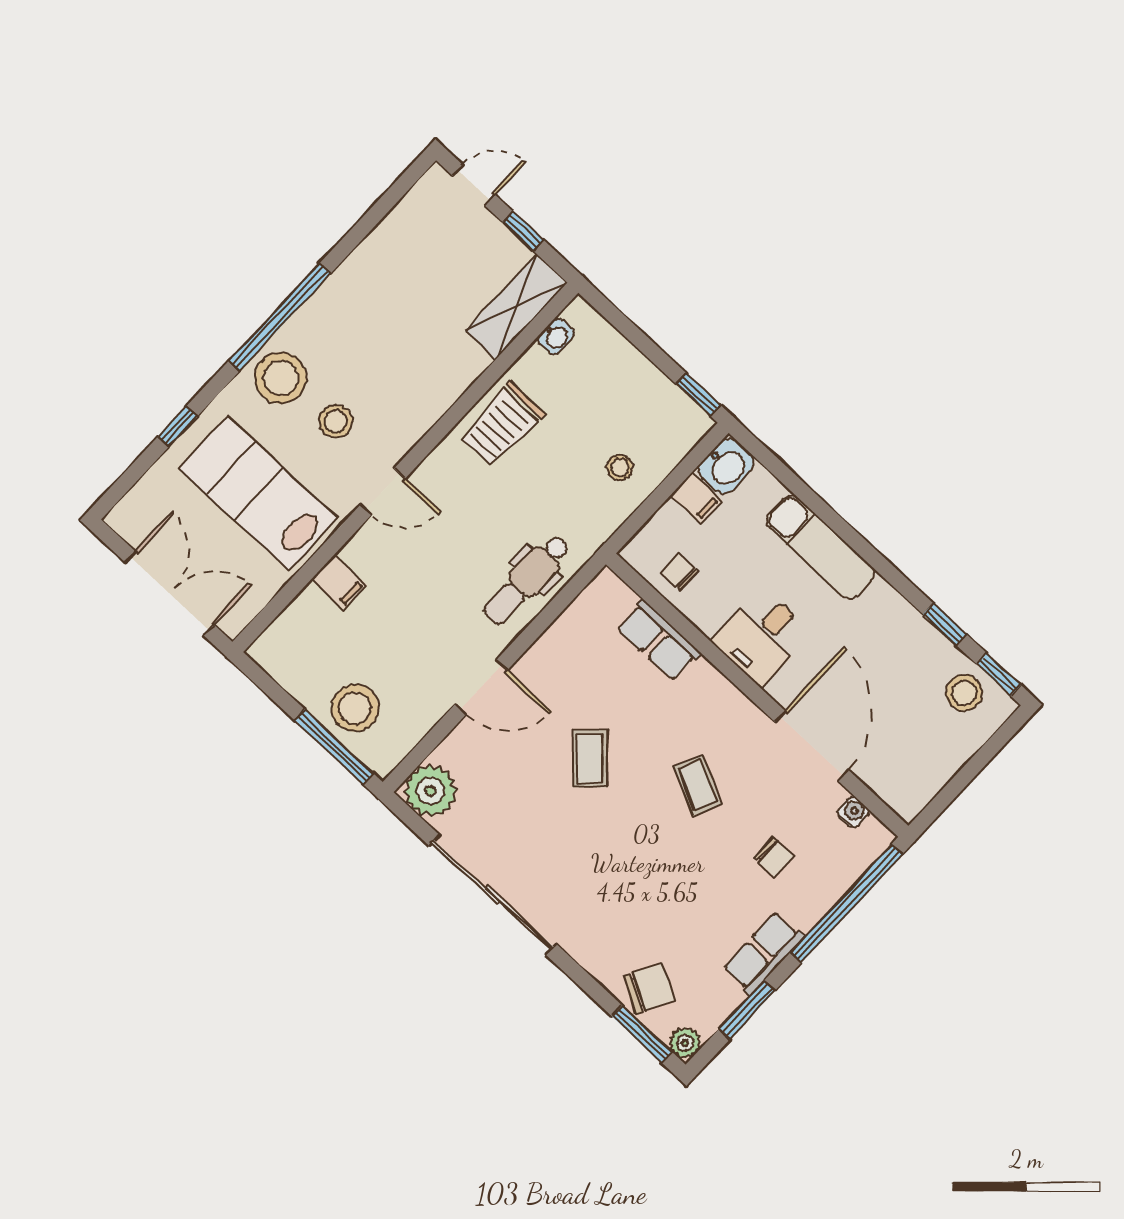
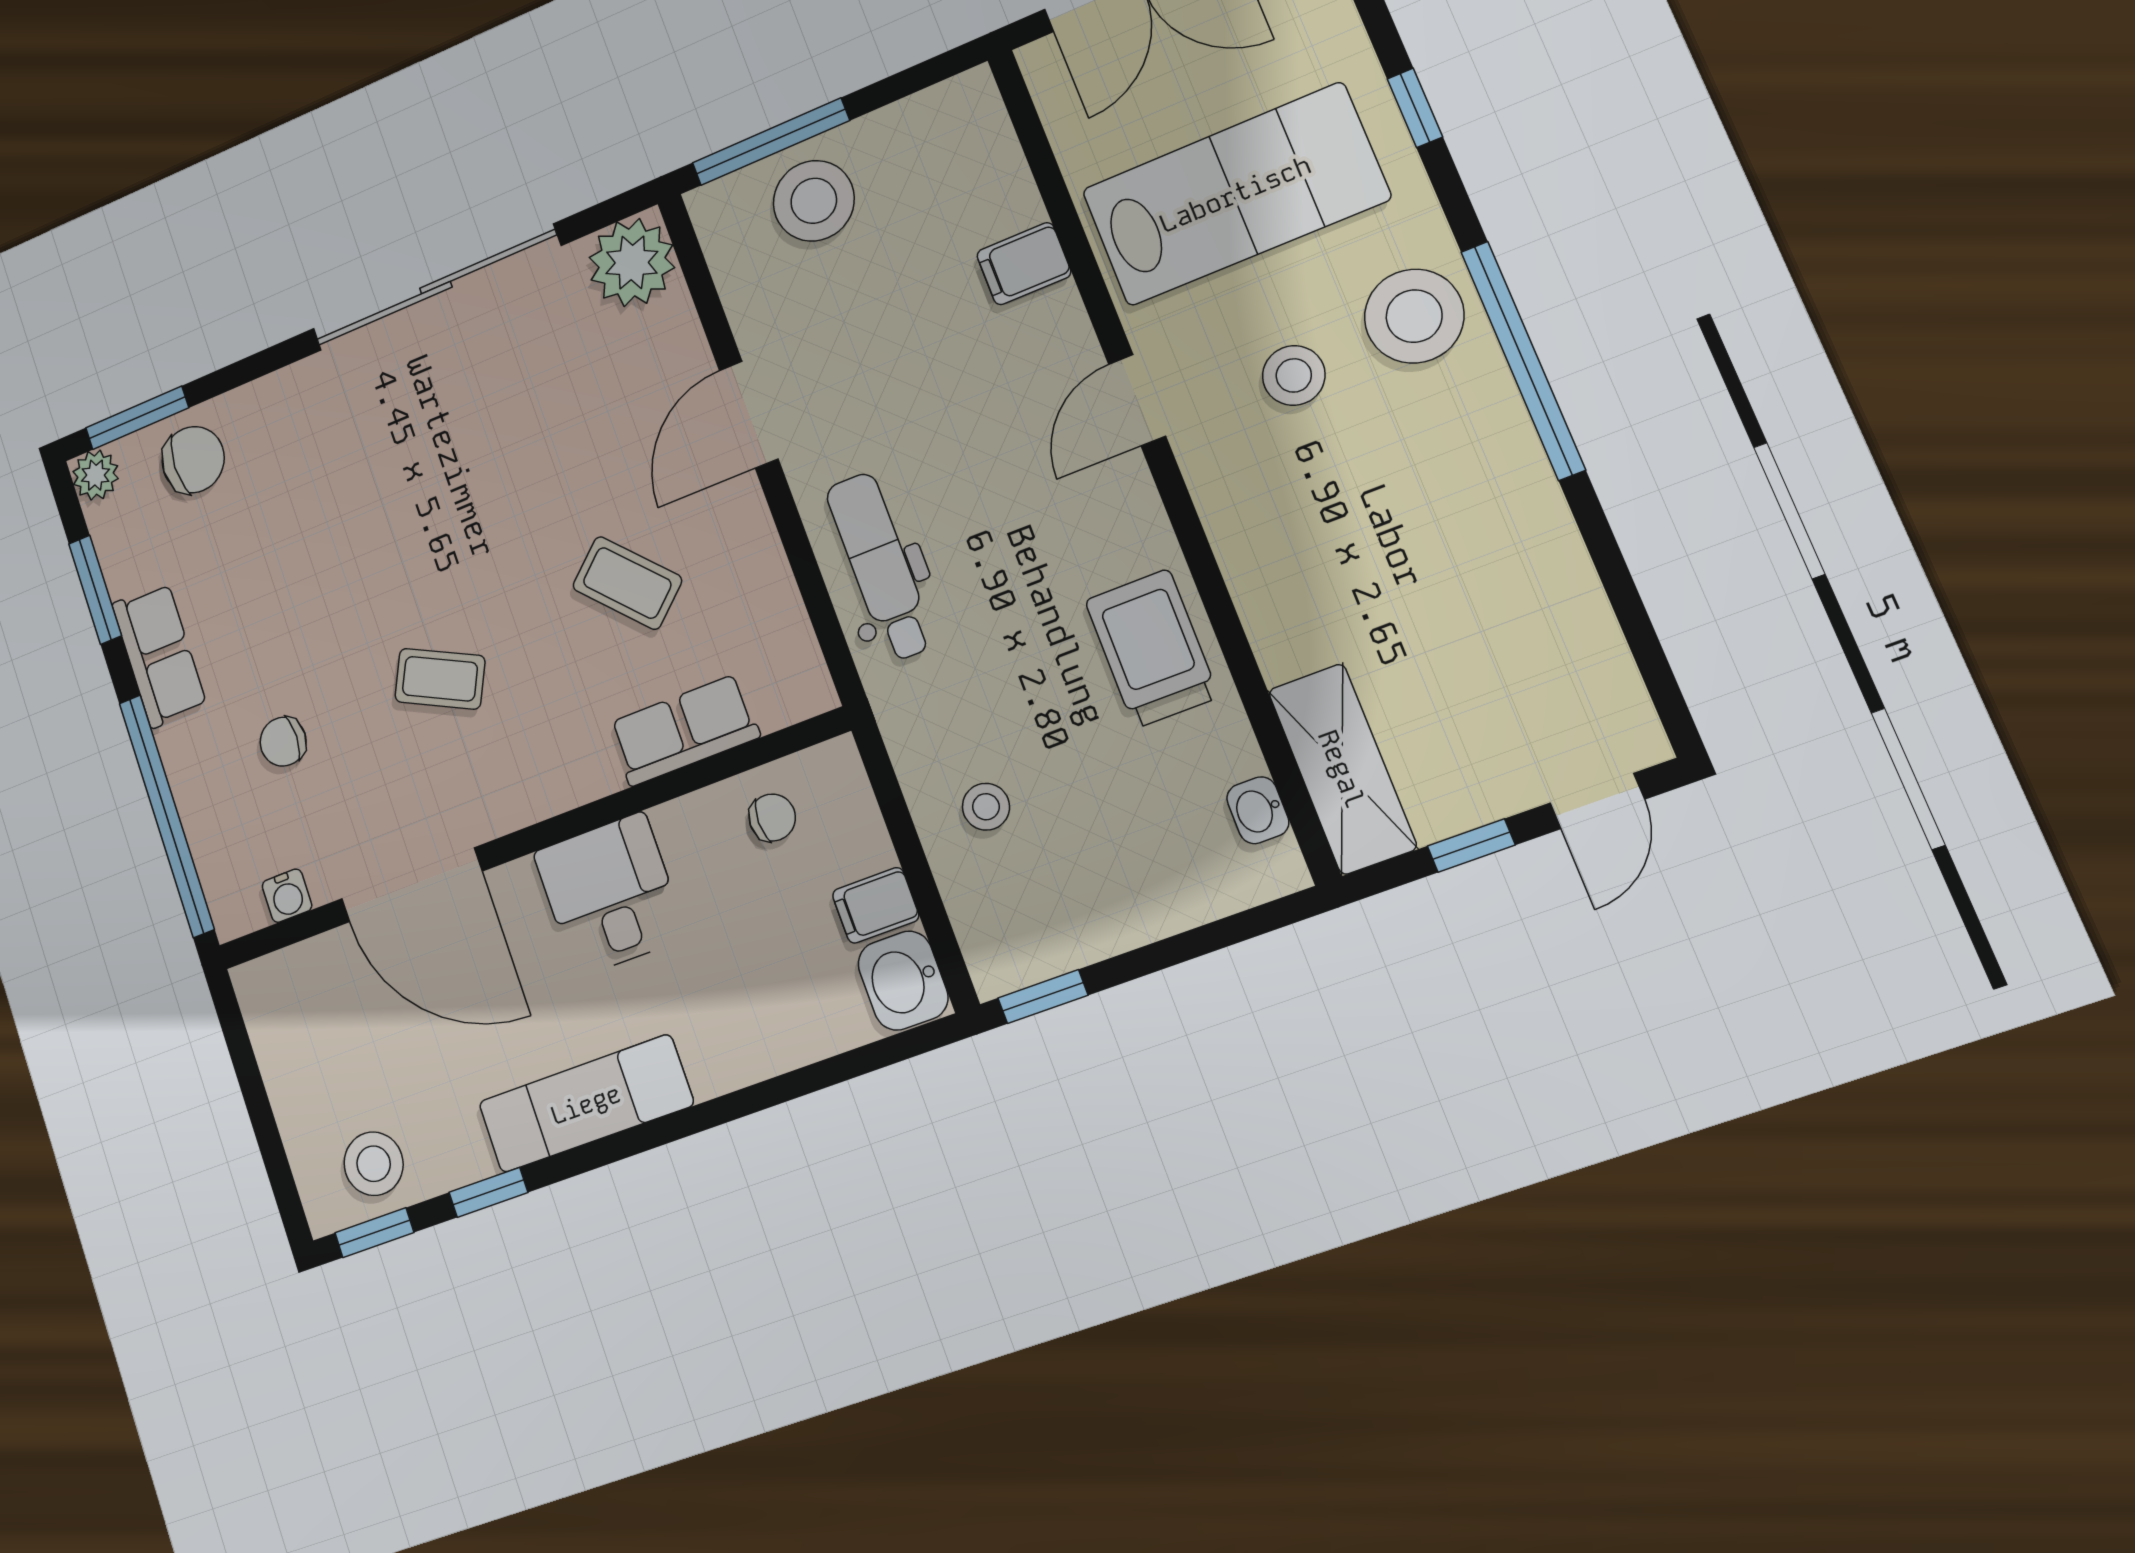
exam couch: (820, 547) -> (586, 1104), moved
coffee table: (590, 758) -> (627, 583), moved
chair: (649, 988) -> (193, 460), turned -119

